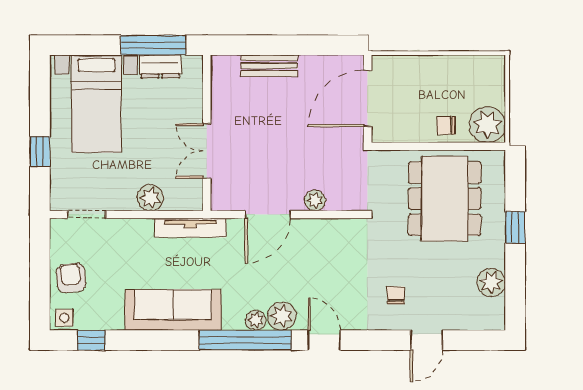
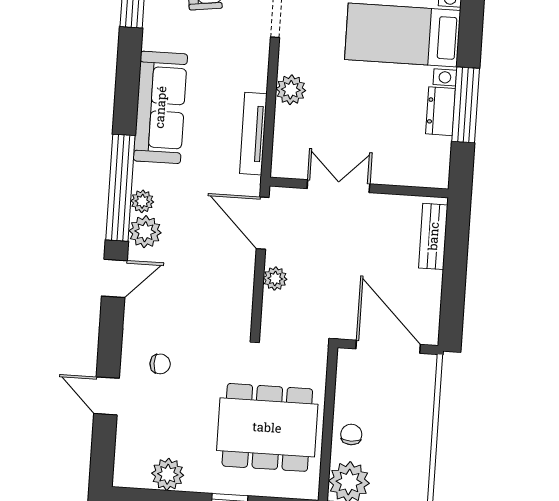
wall: (207, 133) -> (359, 188), moved
double door: (207, 151) -> (338, 186), moved

